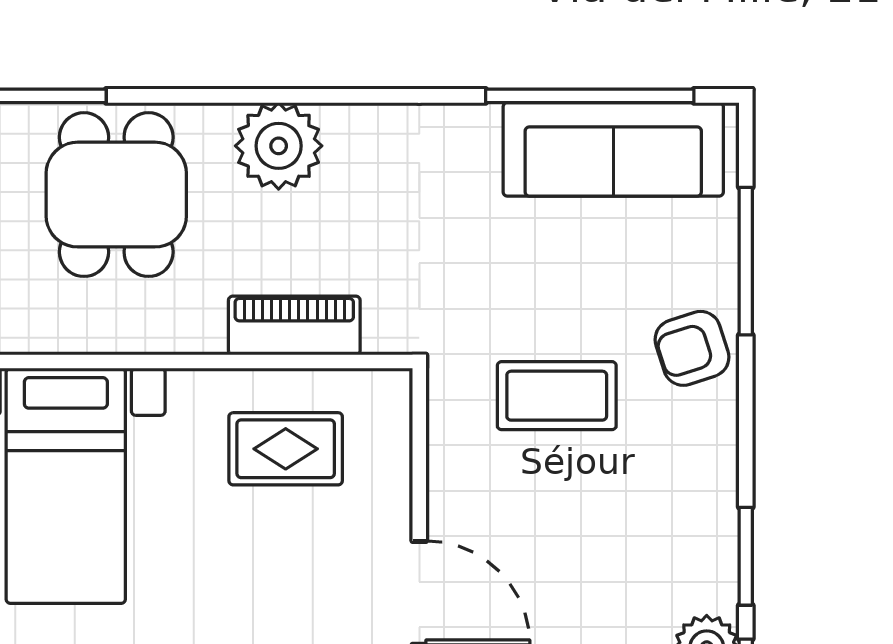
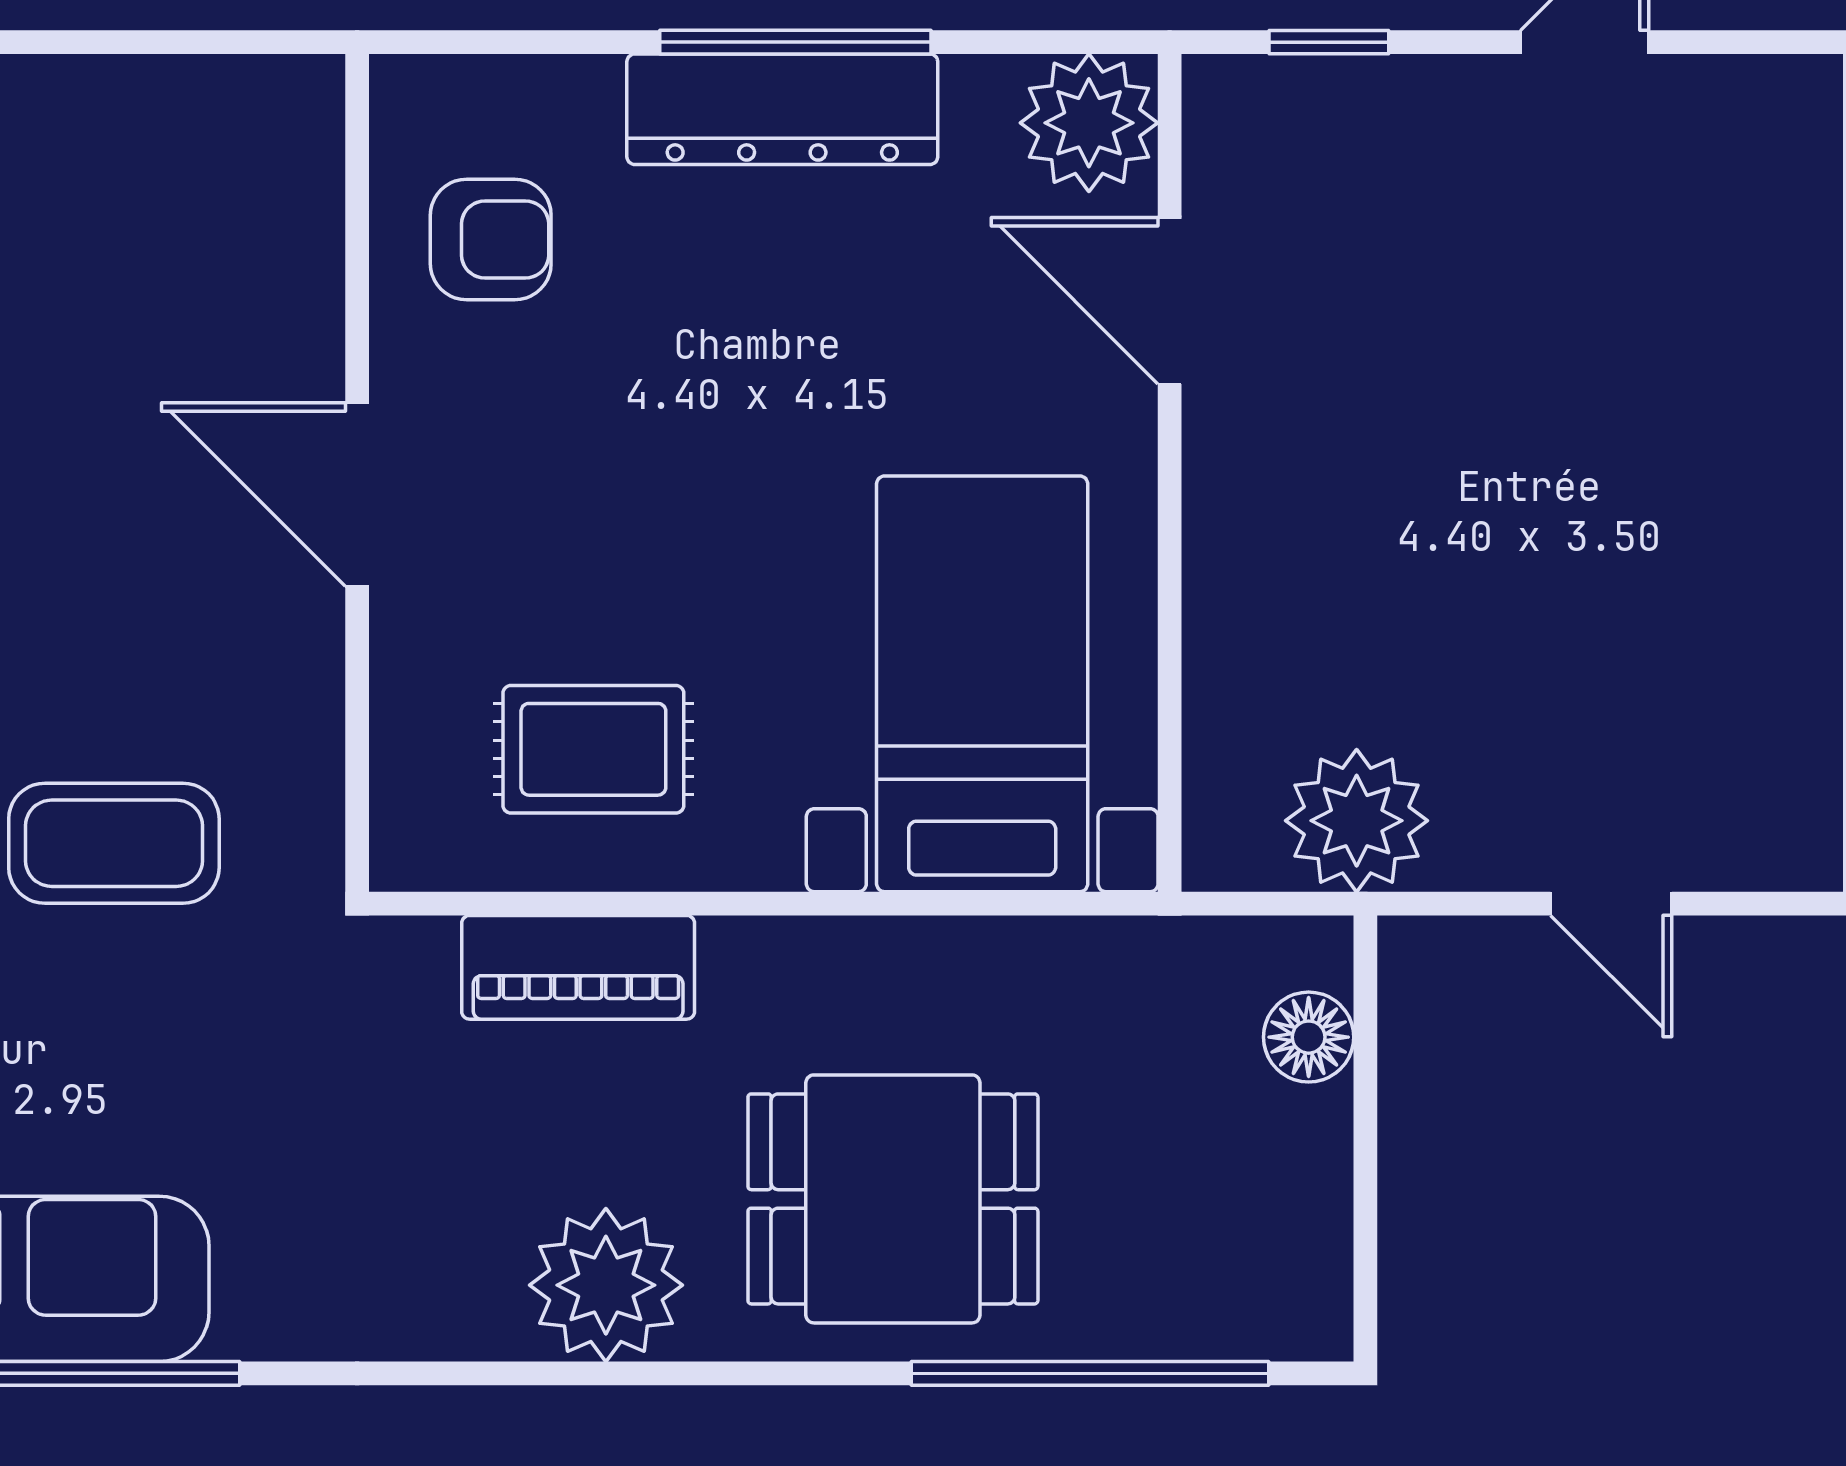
dining table: (116, 195) -> (893, 1199), turned 90

